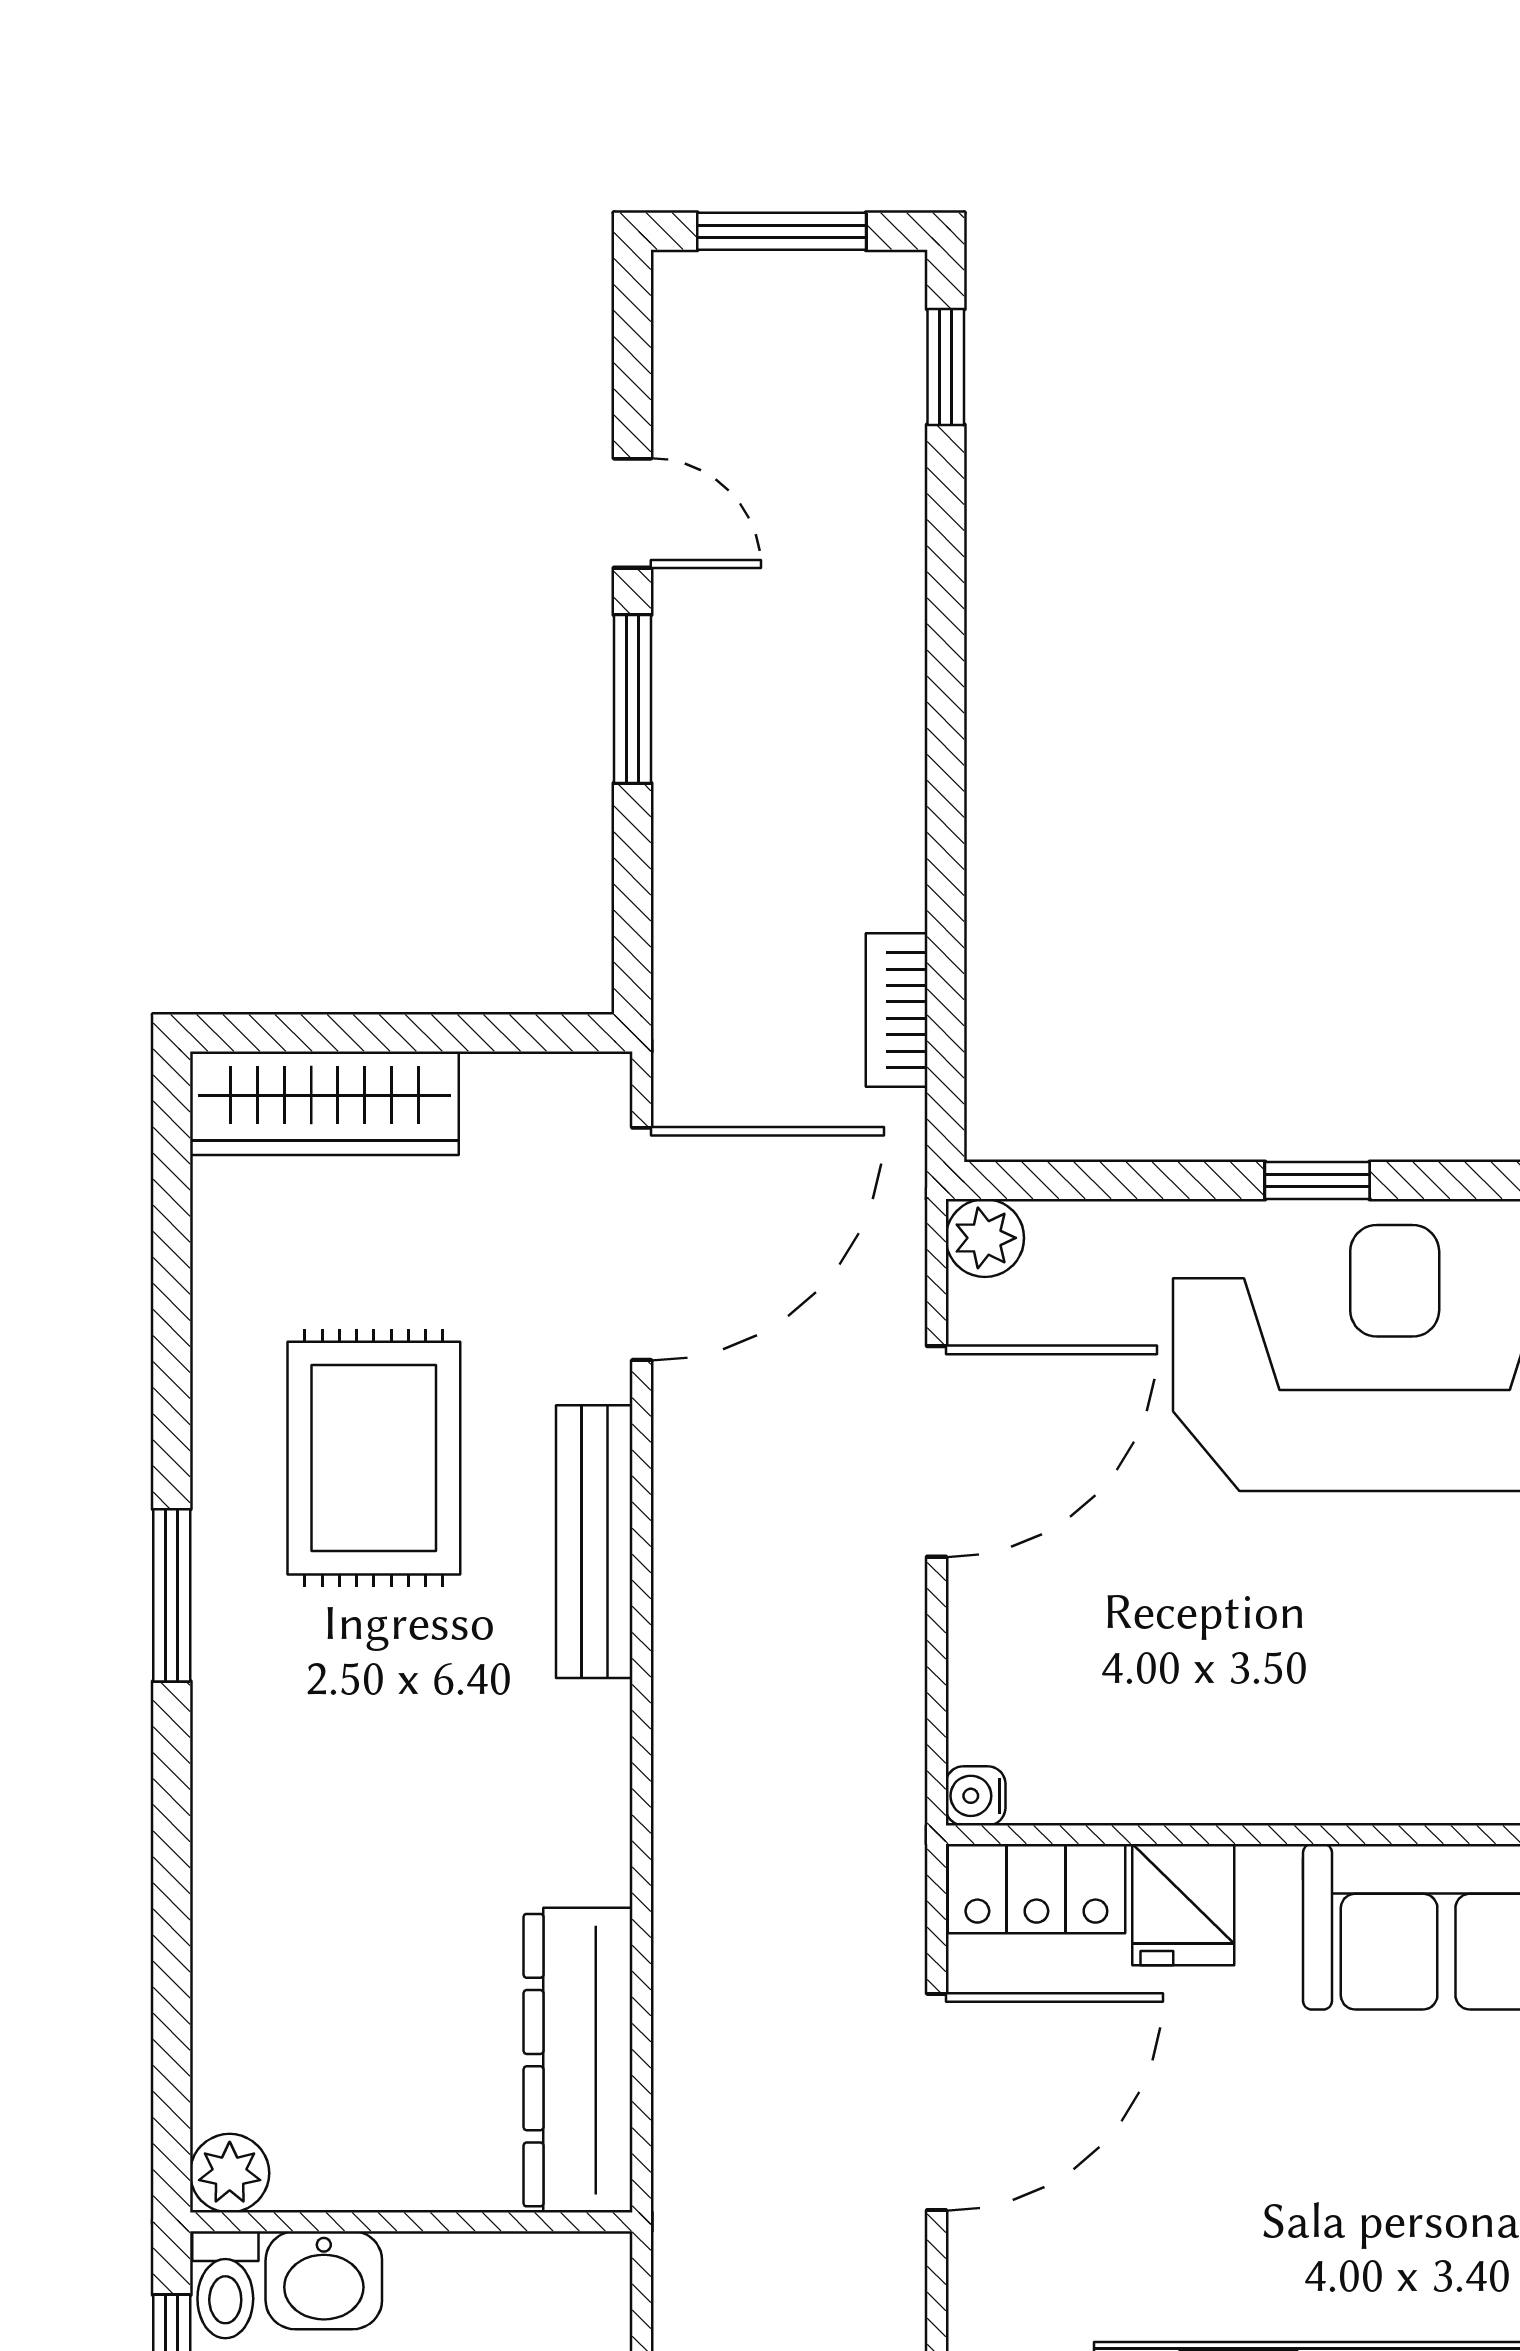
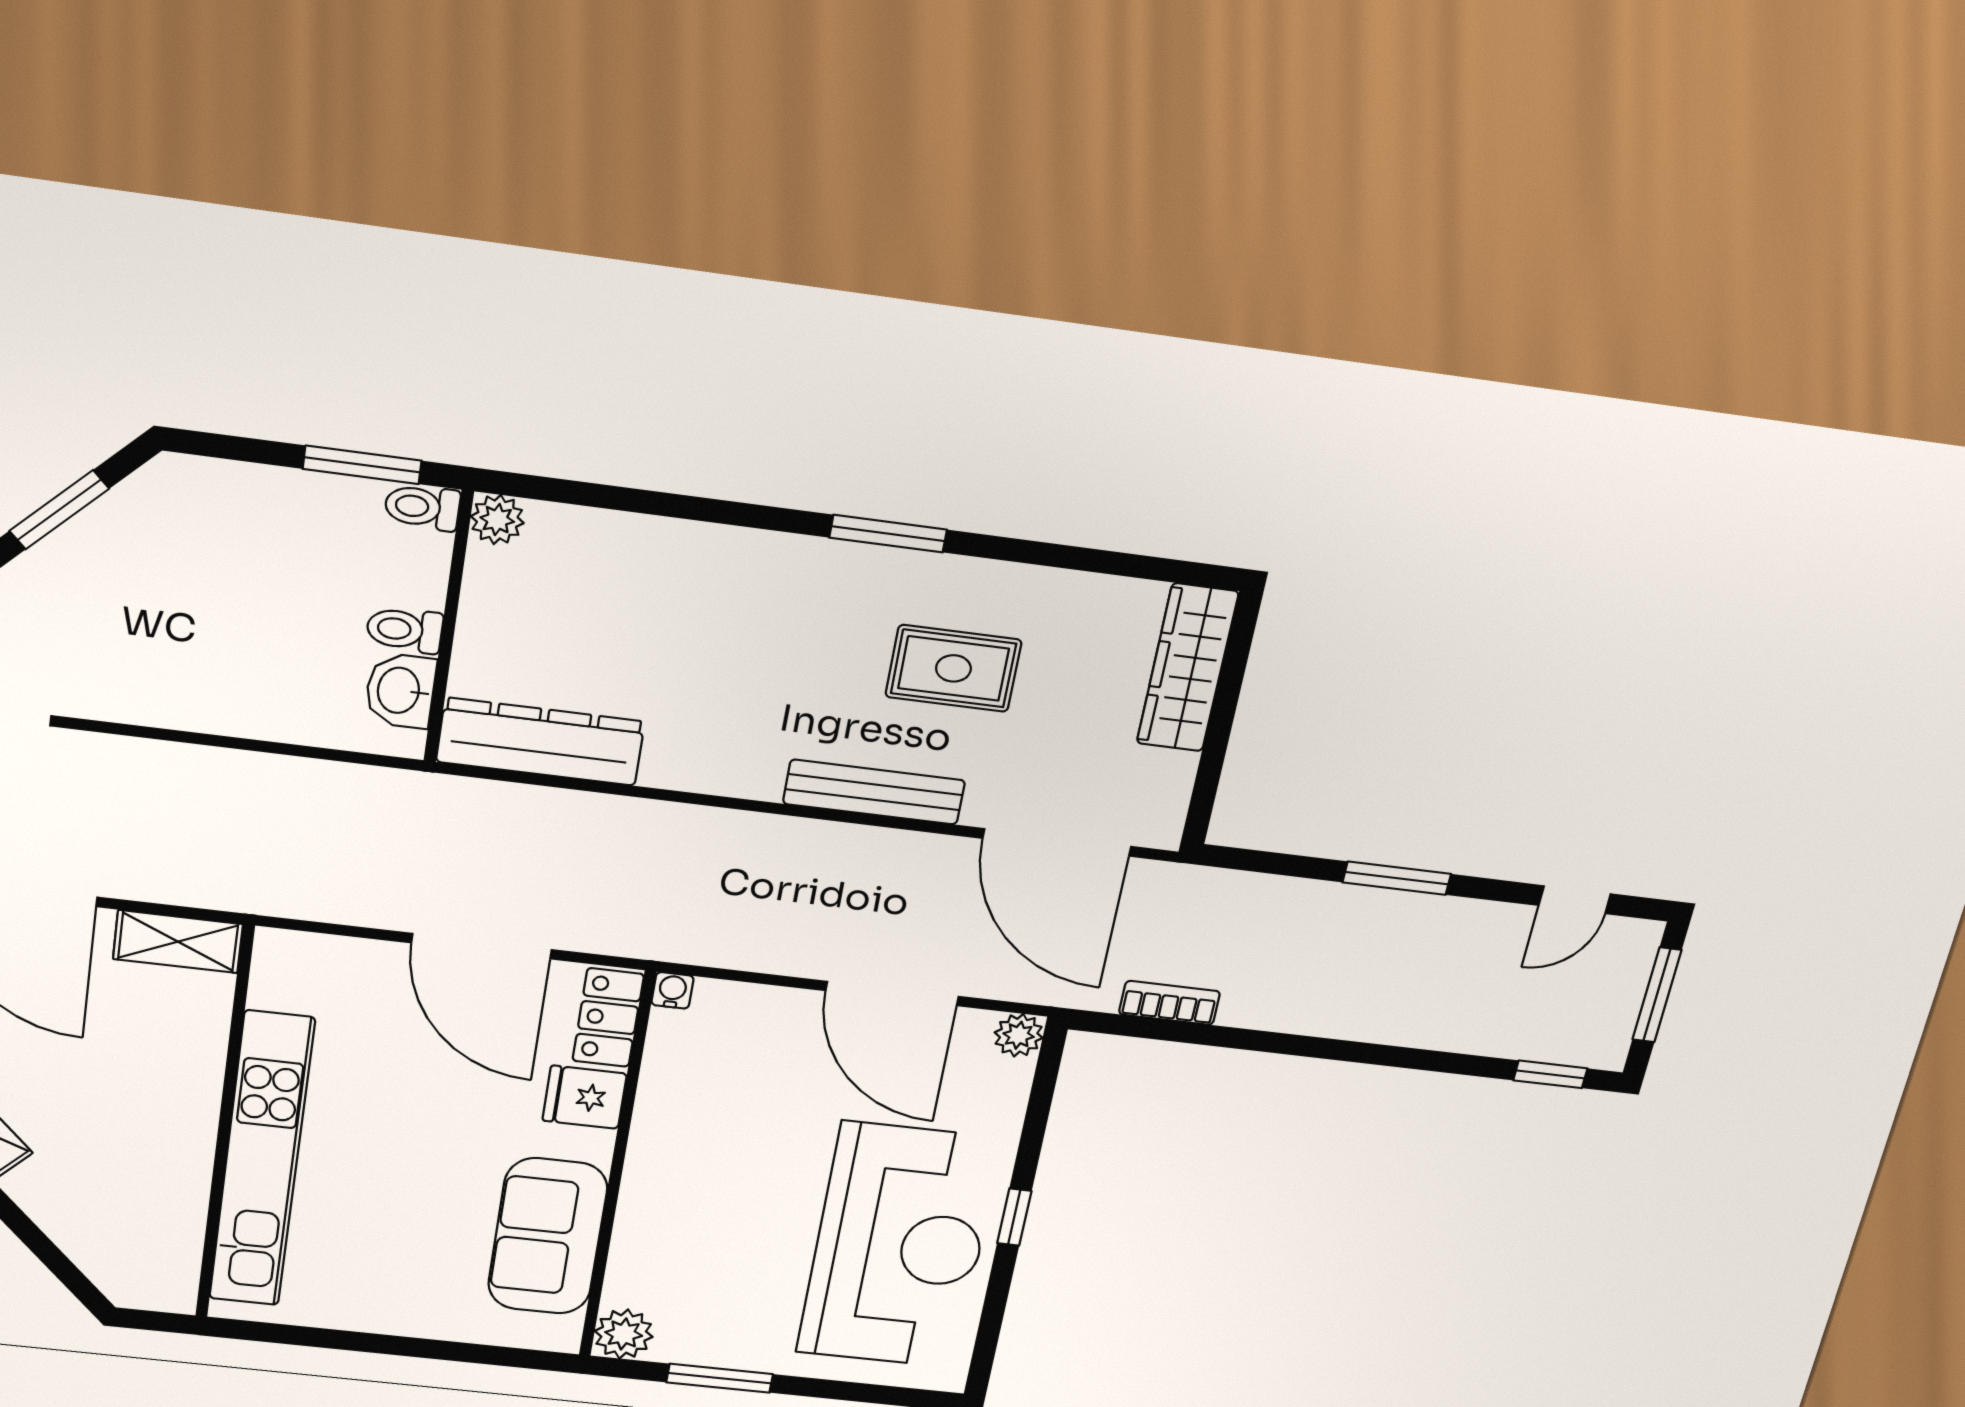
door: (632, 513) -> (1575, 900), moved
rug: (374, 1458) -> (953, 668), width x0.73, depth x0.70
washbasin: (324, 2280) -> (400, 691), moved
toilet: (423, 2286) -> (405, 630), added

